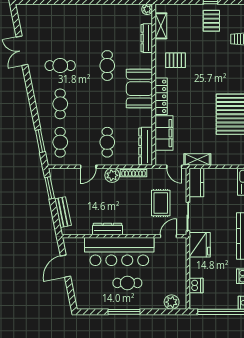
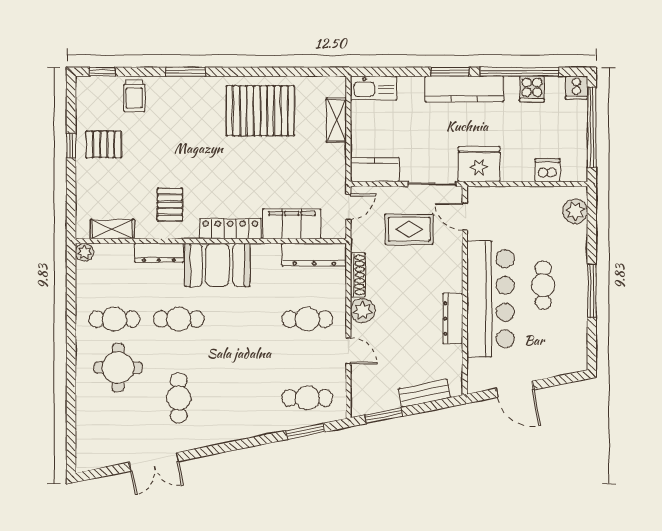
round table: (78, 29) -> (118, 368), added
dresser: (147, 38) -> (159, 253), moved
cafe table: (60, 104) -> (114, 319), moved
shelving: (197, 160) -> (336, 120), moved

